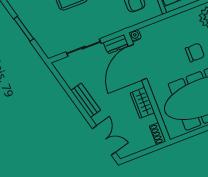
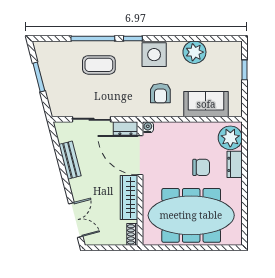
door: (138, 62) -> (140, 155), hinge flipped
bench: (86, 100) -> (70, 160), moved
wardrobe: (142, 103) -> (129, 197), width x1.50

